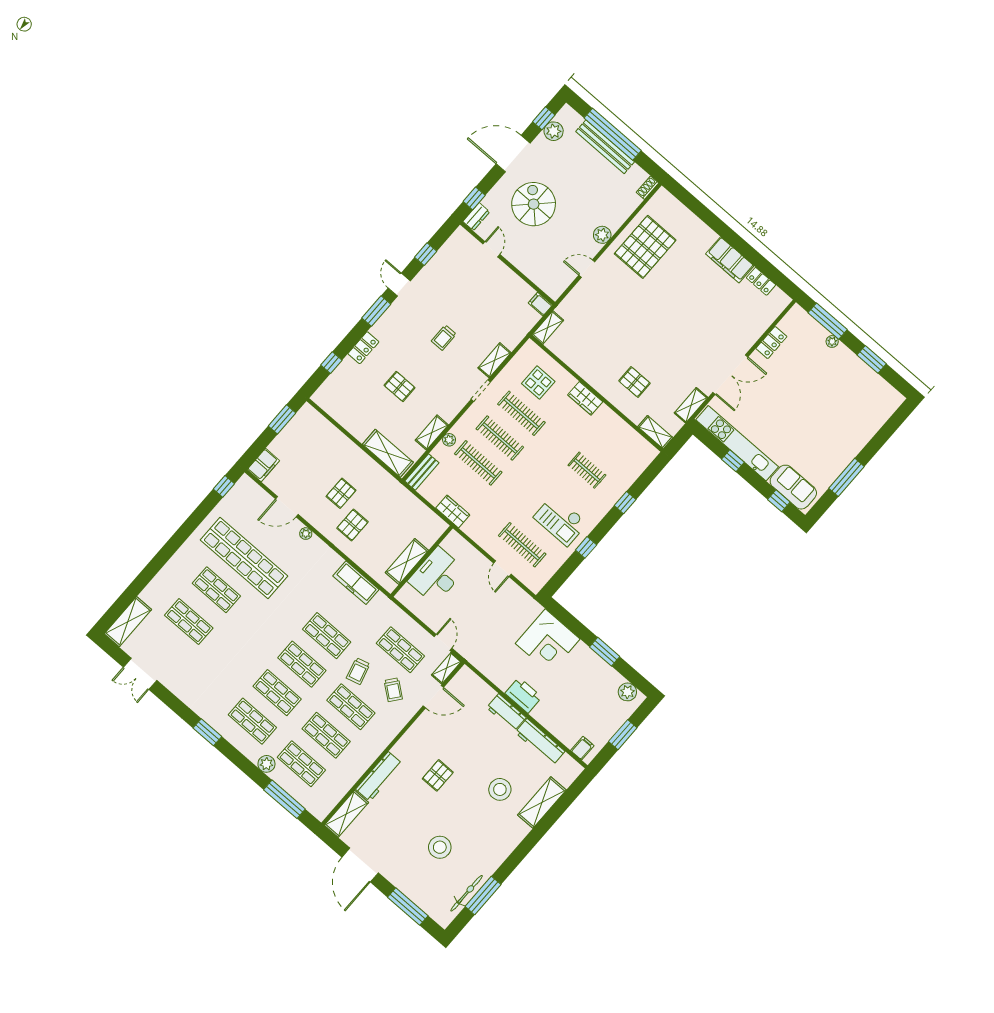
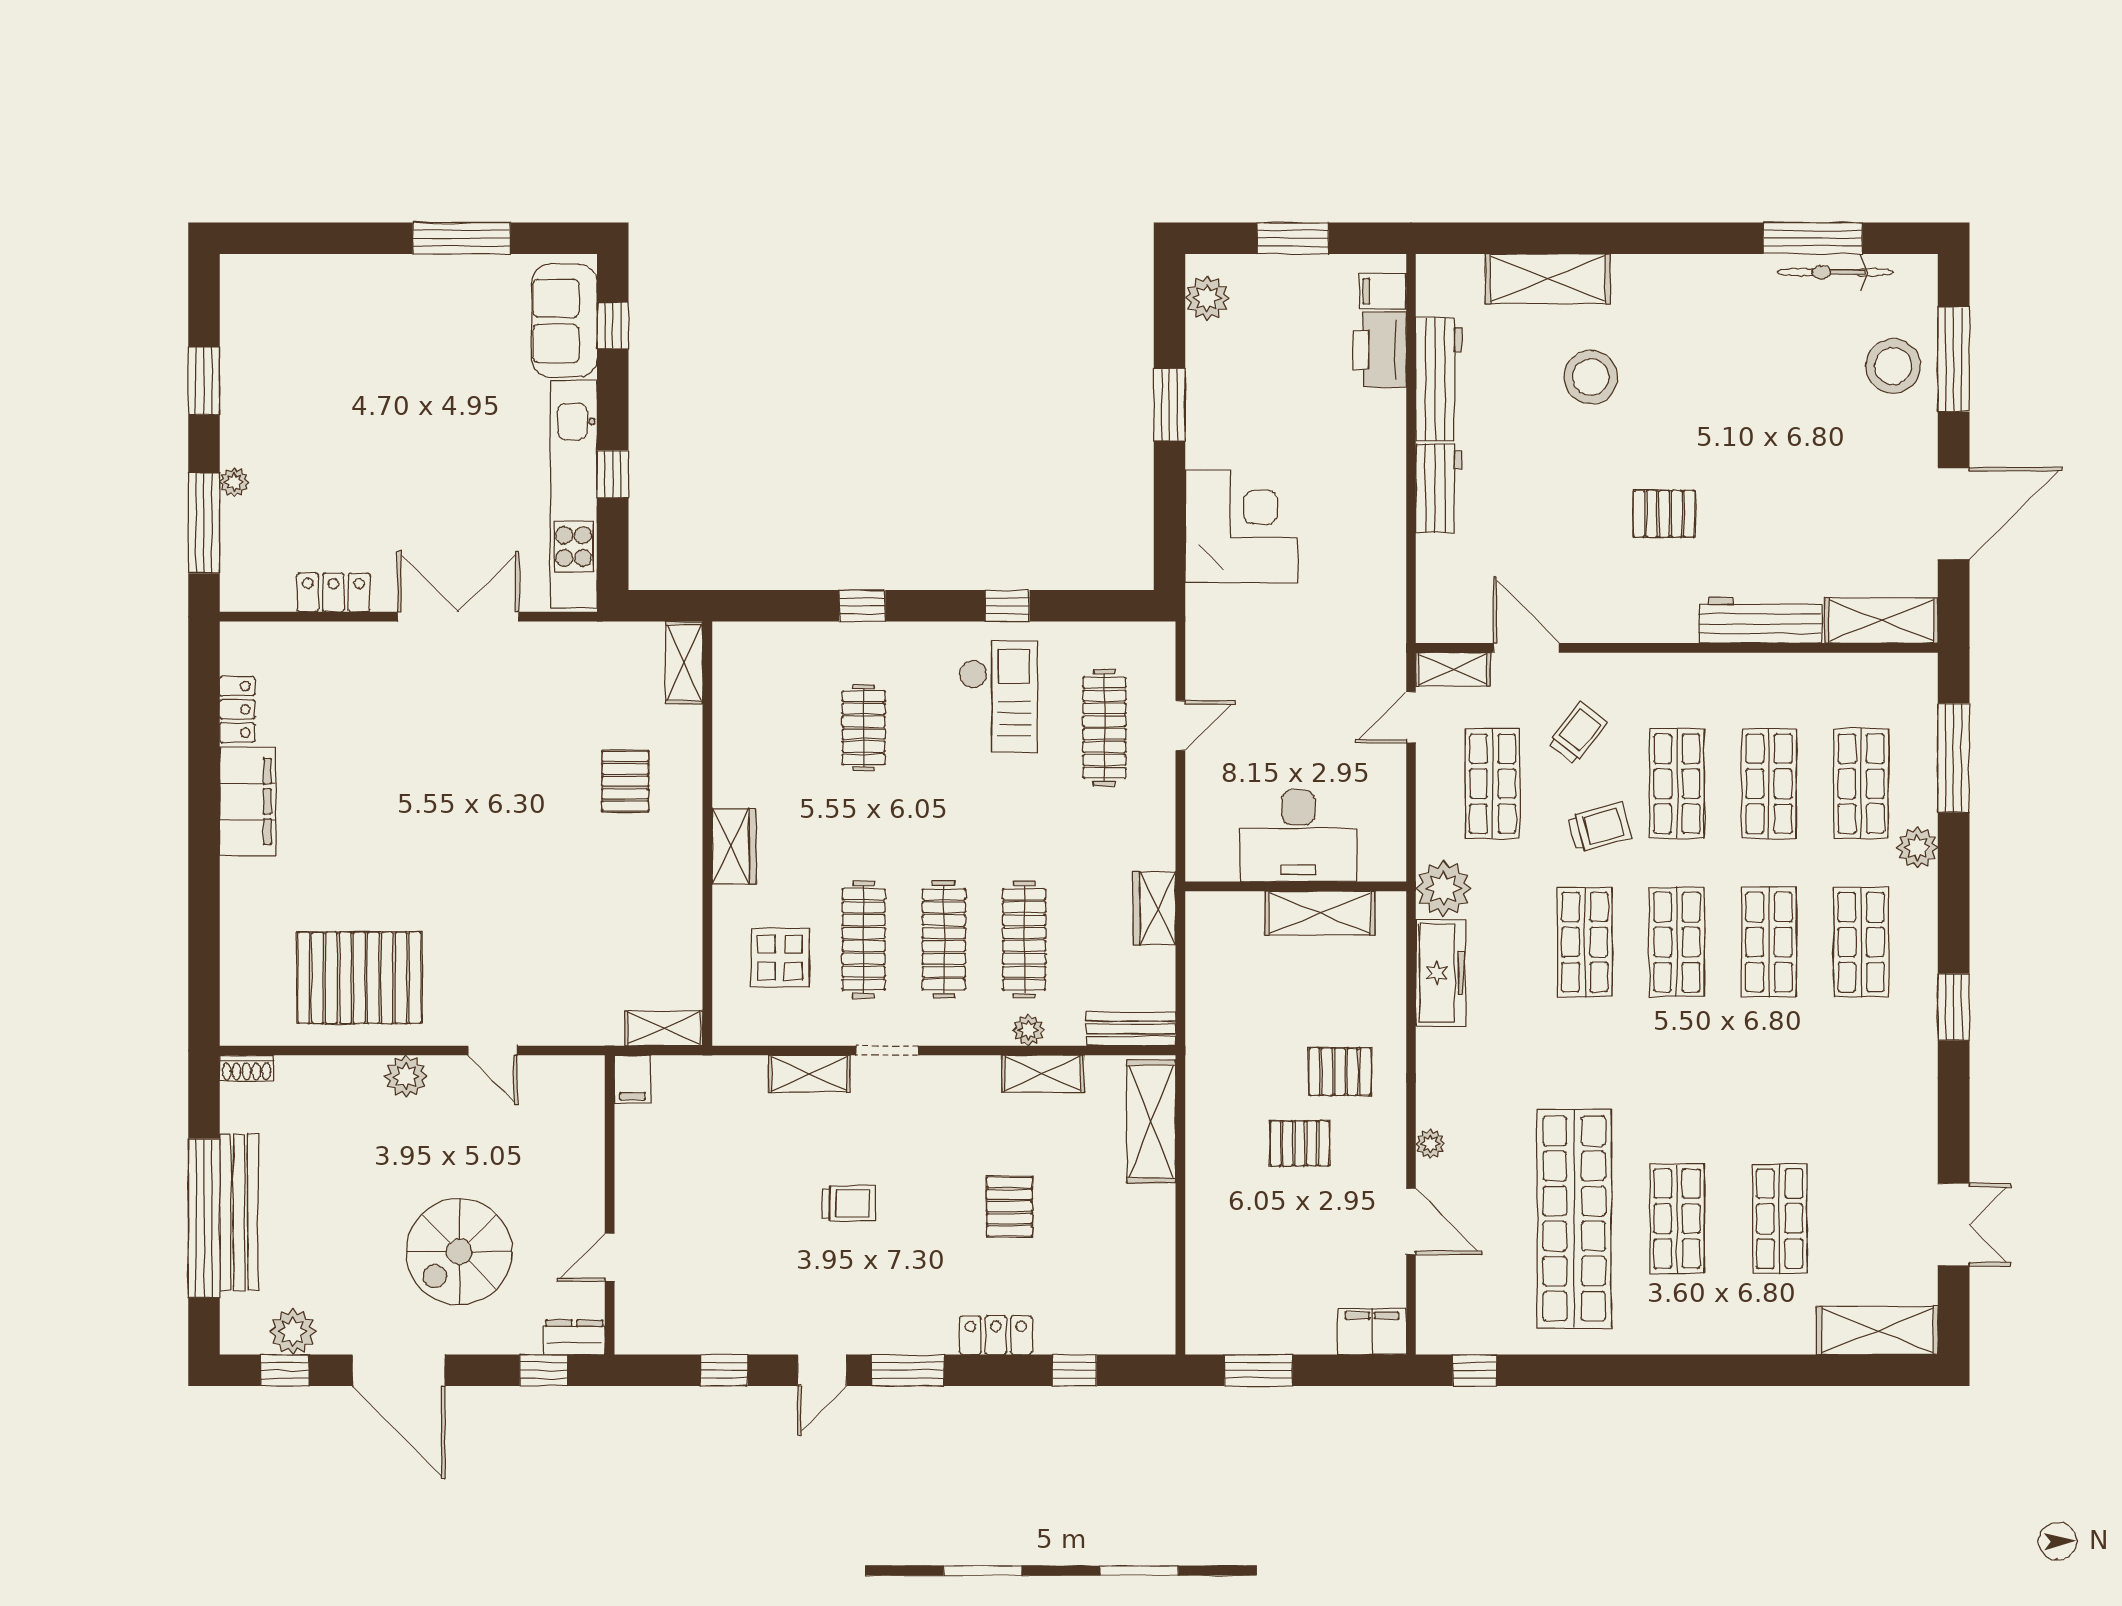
shelving: (691, 405) -> (578, 640), removed
plant: (381, 606) -> (1444, 889), added
printer: (523, 695) -> (1379, 350), moved
stool: (440, 847) -> (1893, 366), moved

